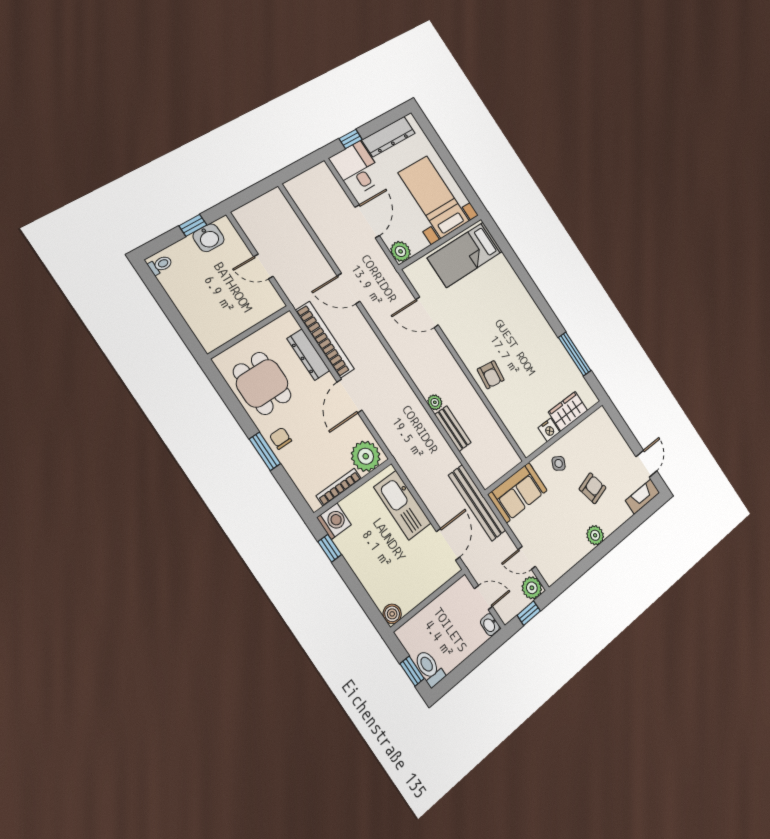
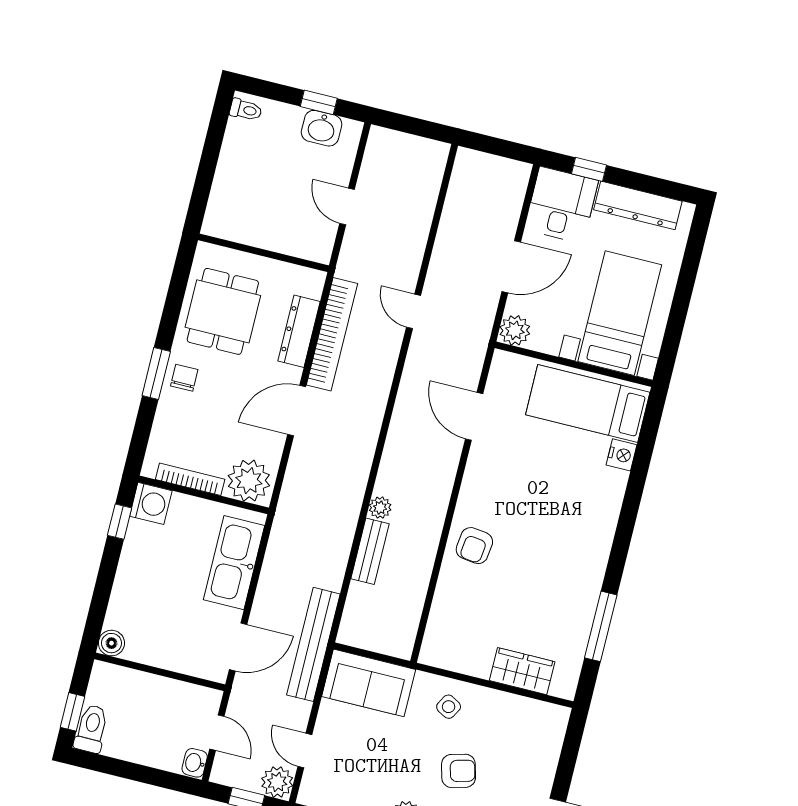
door: (349, 289) -> (414, 311), width x0.73
nightstand: (549, 430) -> (622, 455), moved, turned -90

